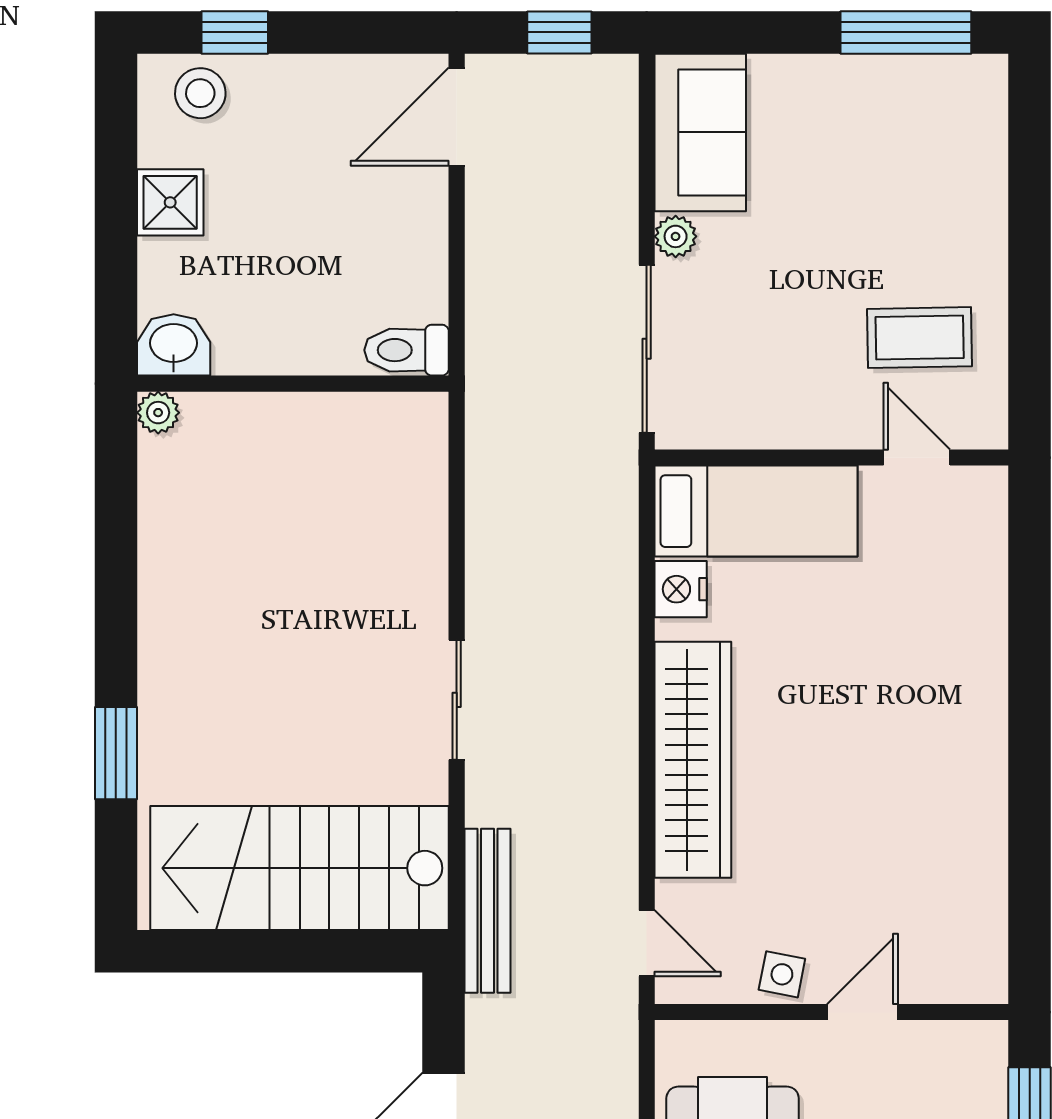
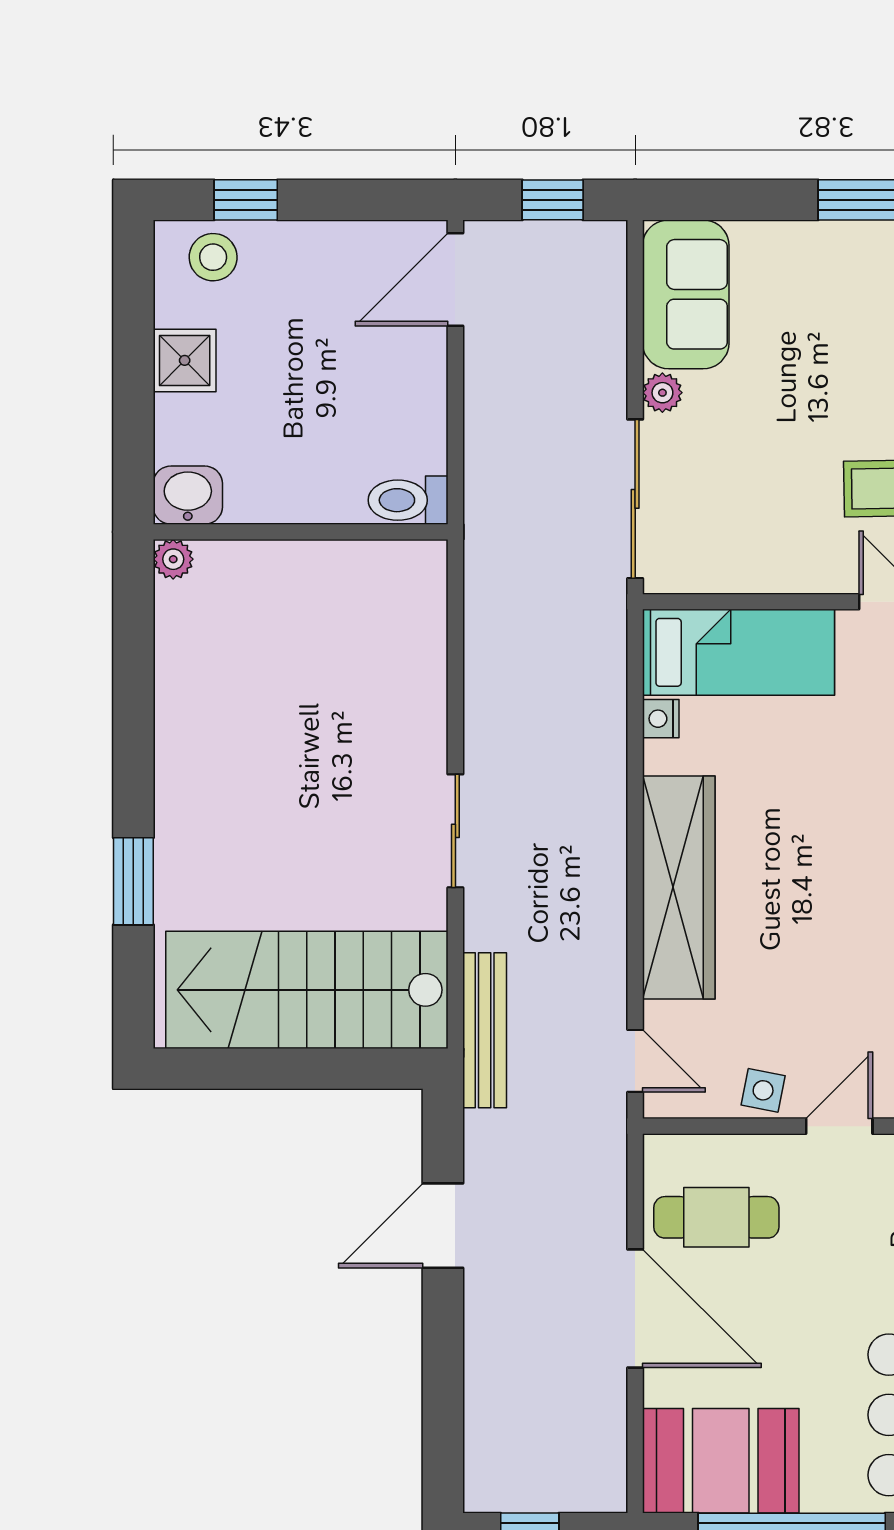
nightstand: (681, 589) -> (661, 719), width x0.72, depth x0.74

